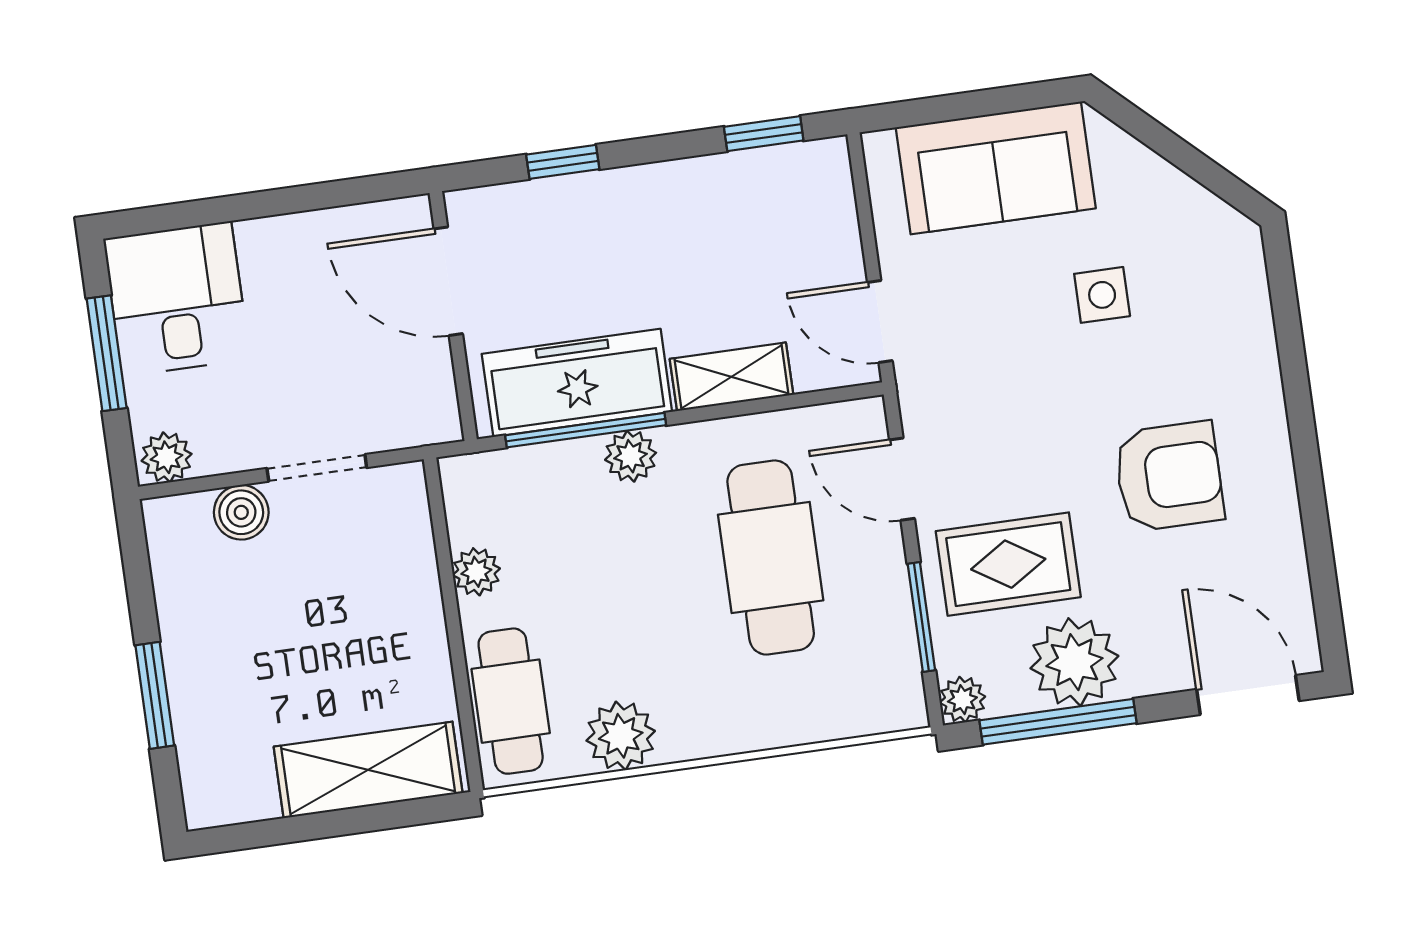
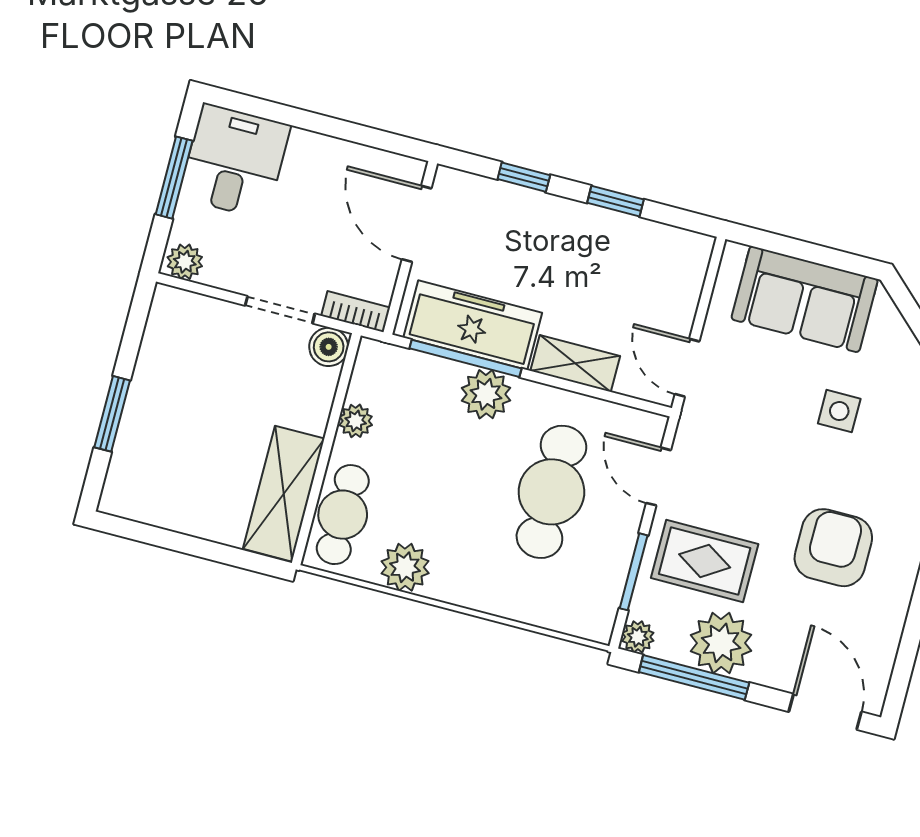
window: (764, 134) -> (616, 201), moved
bookcase: (417, 429) -> (356, 312), added
plant: (631, 456) -> (486, 394), width x1.38, depth x1.38
armchair: (1169, 476) -> (833, 548), turned -90
boiler: (241, 512) -> (329, 347), moved
shelving: (368, 770) -> (284, 494), moved, turned 90

